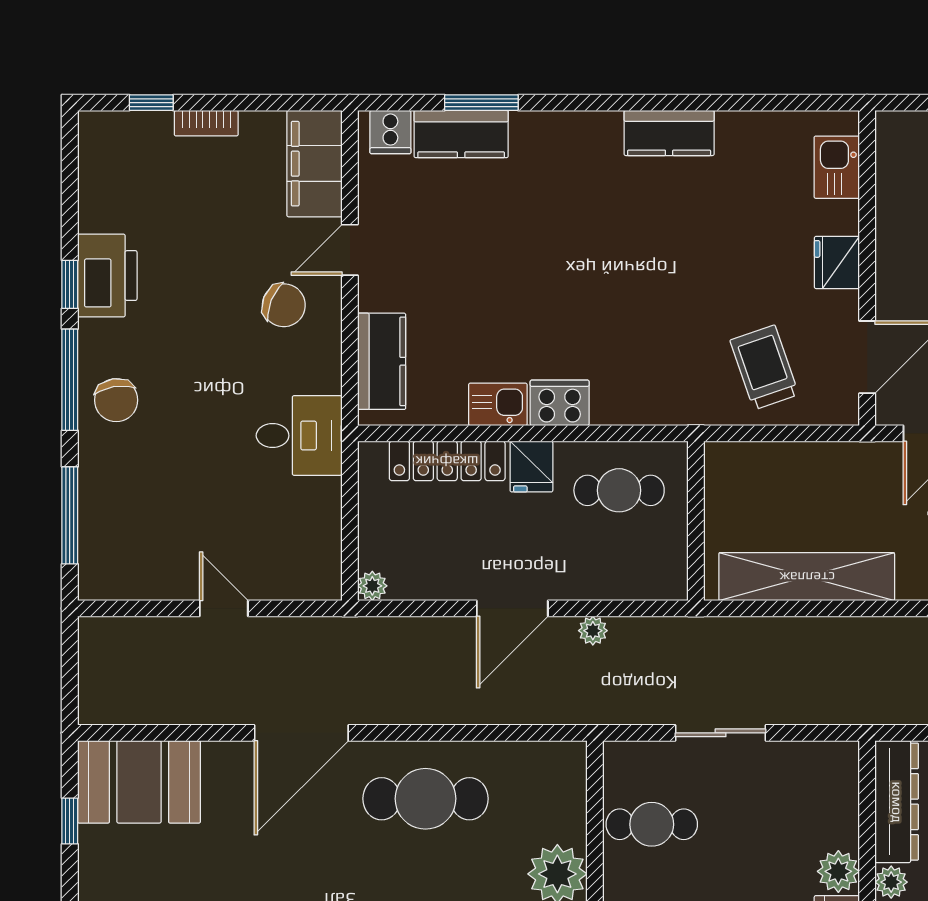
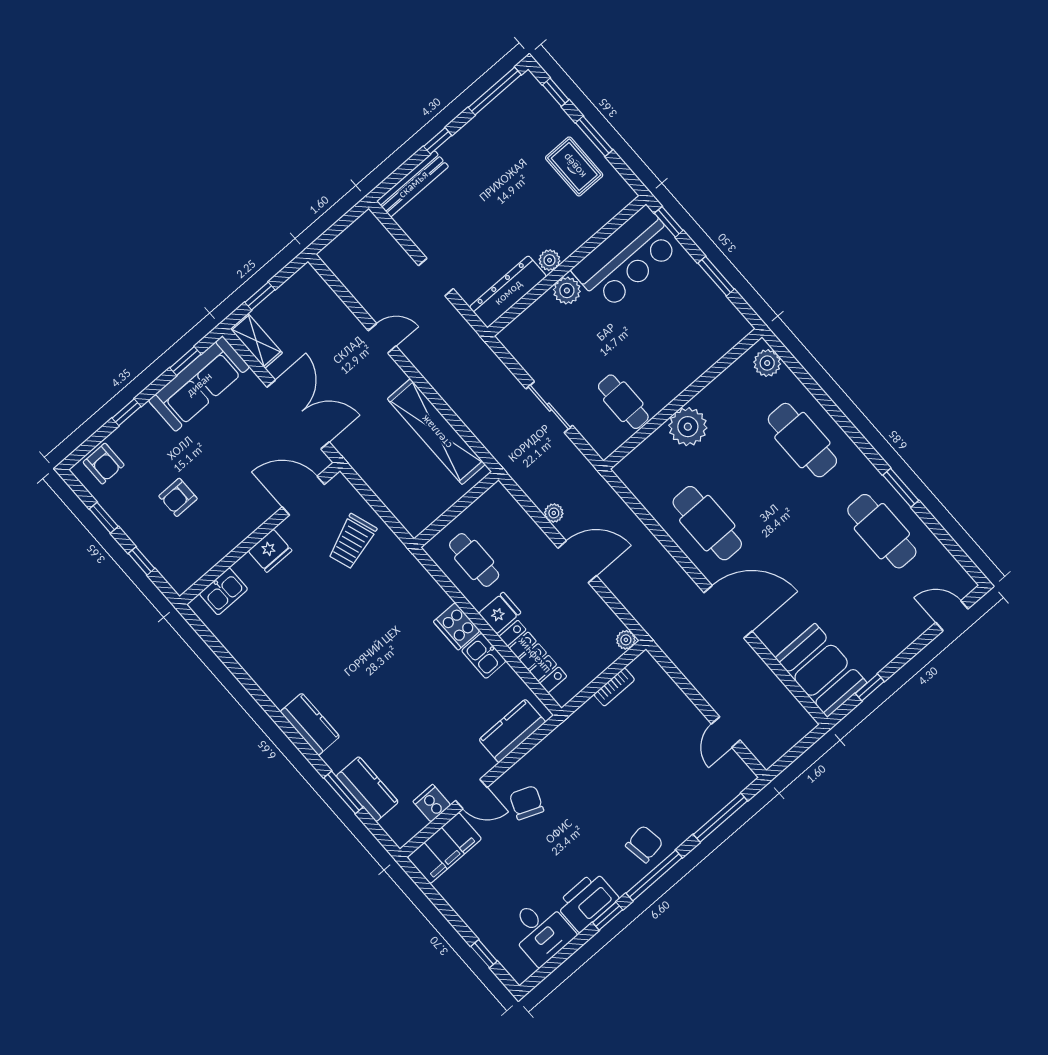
bookcase: (206, 123) -> (614, 687), moved, turned 90
cooker: (390, 132) -> (432, 803), moved, turned -90
kitchen counter: (669, 133) -> (310, 724), moved
desk: (299, 436) -> (540, 931), moved, turned 180
door: (224, 608) -> (726, 732), moved

